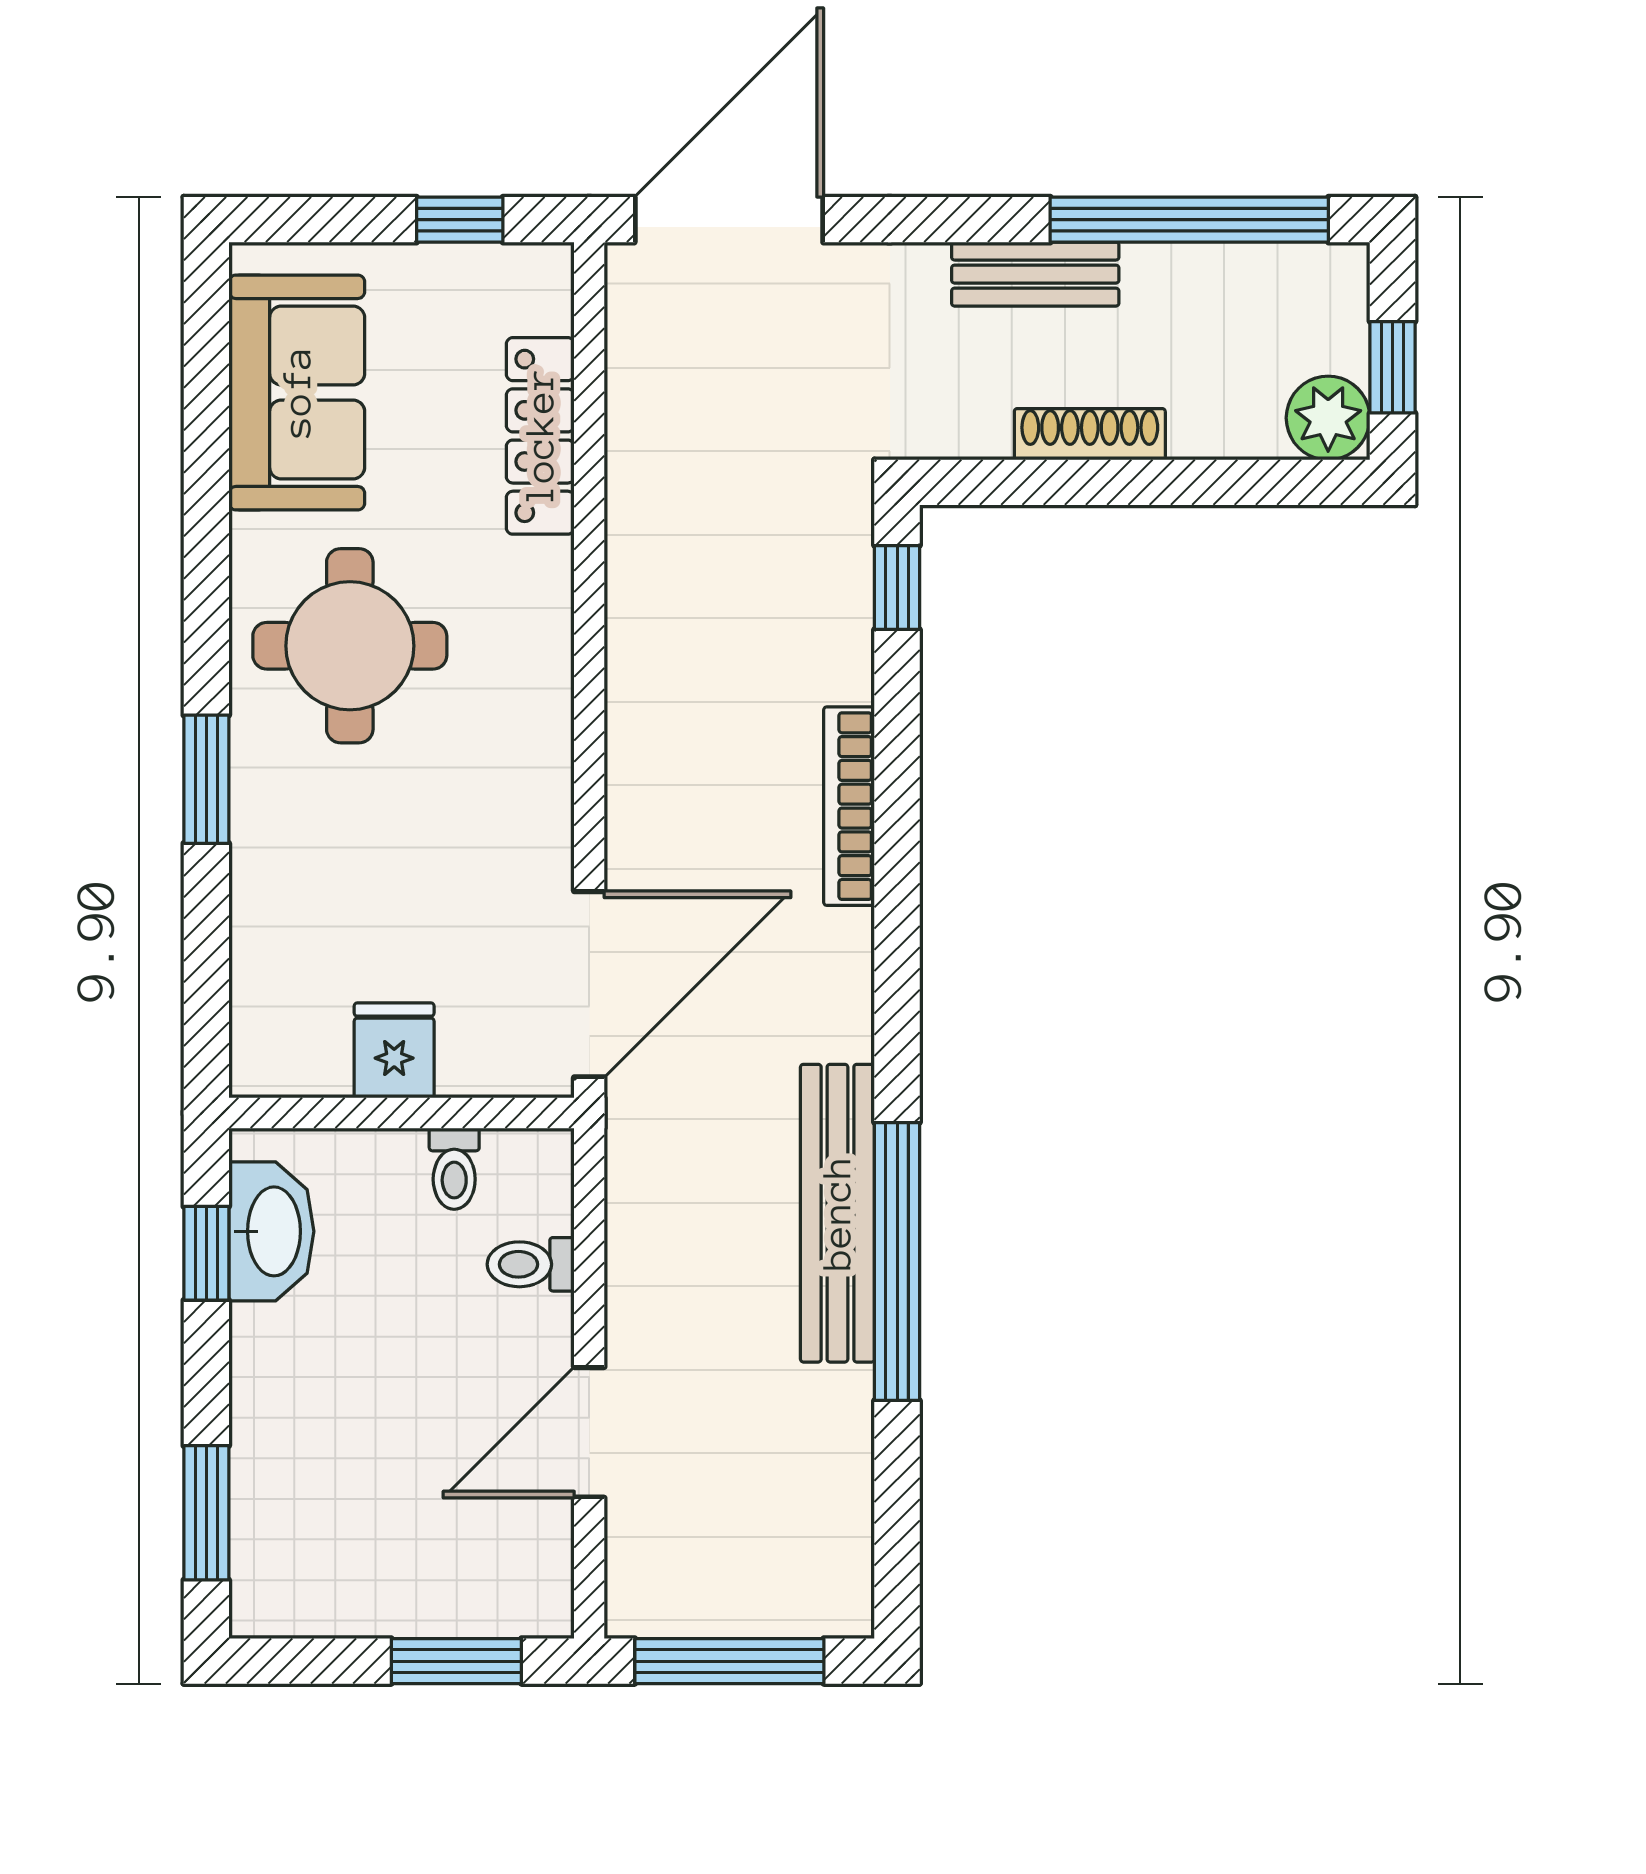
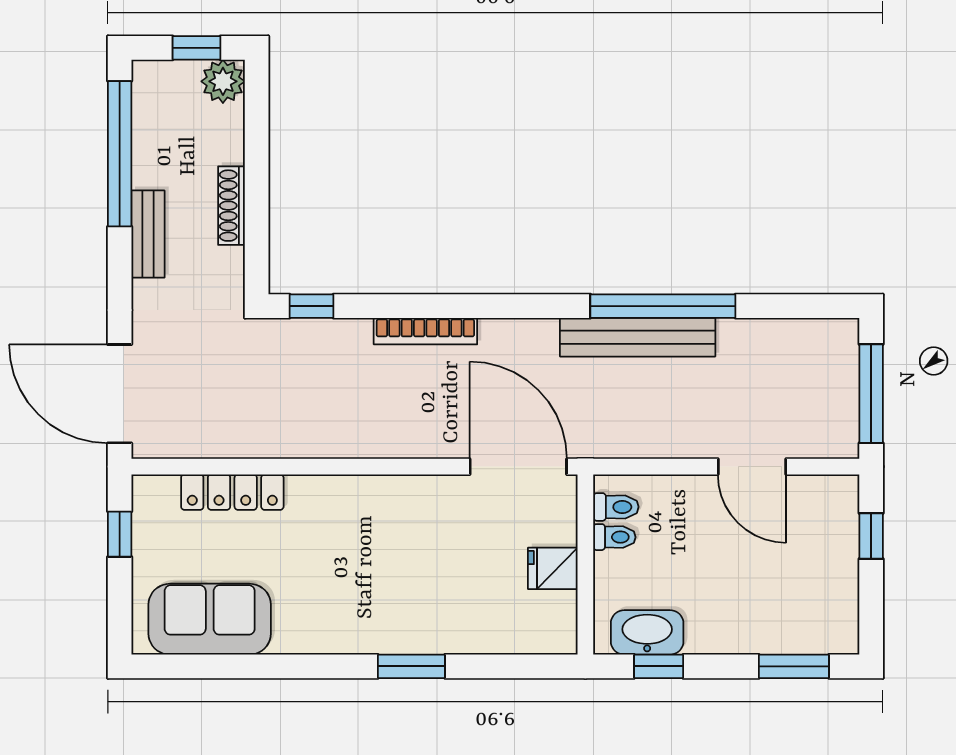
round table: (350, 646) -> (342, 591), removed
toilet: (531, 1264) -> (616, 507), moved, turned -90
window: (456, 1661) -> (871, 536), width x0.67

